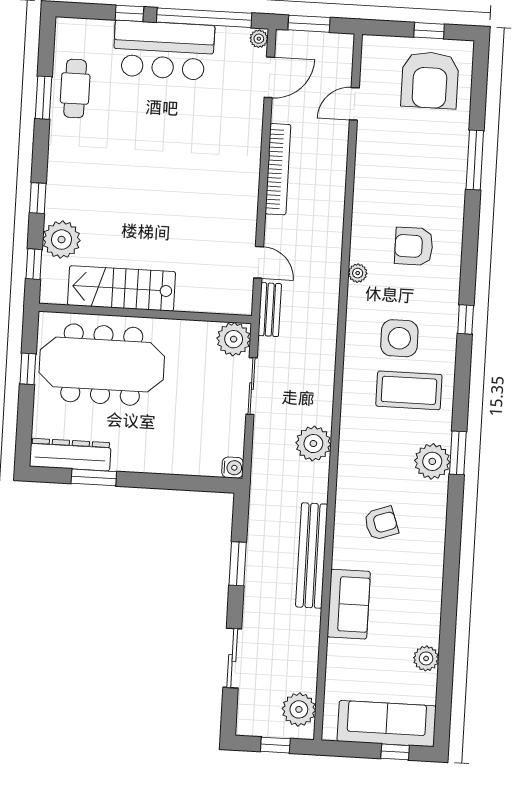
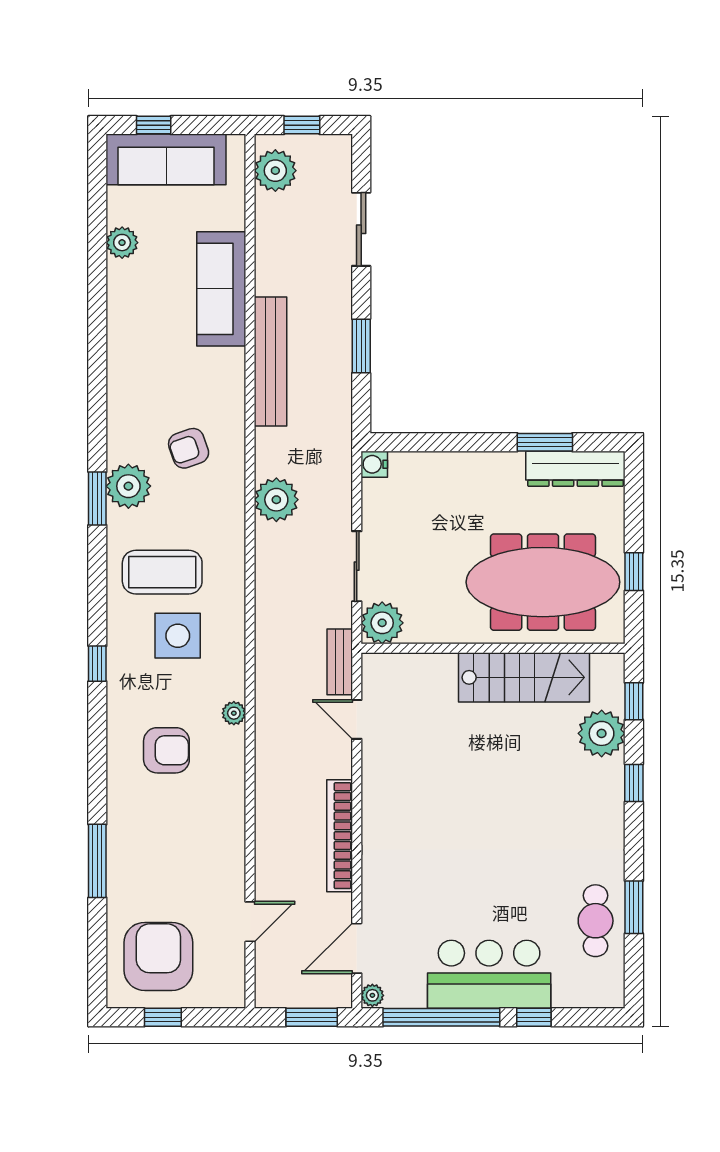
armchair: (381, 523) -> (189, 448), moved
sofa: (349, 604) -> (221, 289), width x1.36

